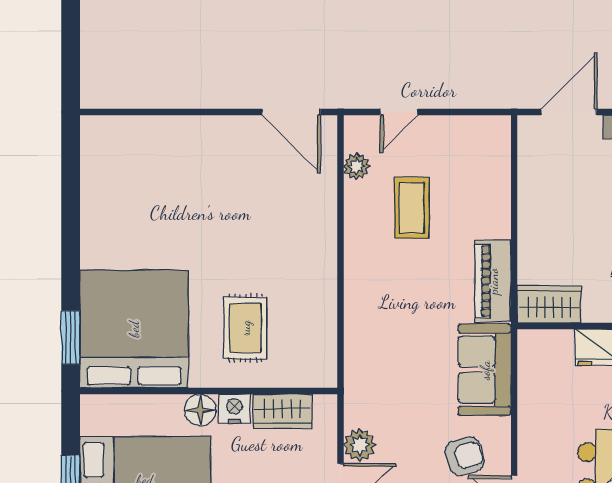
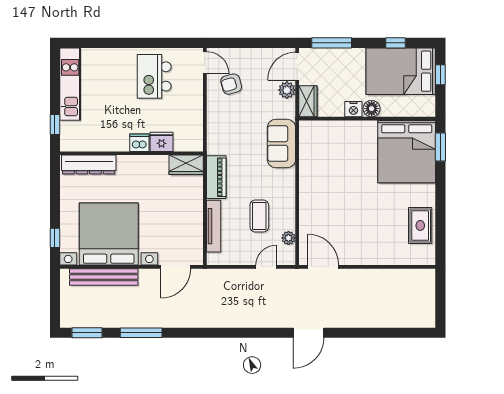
tv unit: (498, 189) -> (214, 226), added
rug: (245, 328) -> (420, 225), moved
sofa: (485, 370) -> (281, 144), moved, turned 180
wardrobe: (282, 411) -> (308, 101), moved, turned 90

